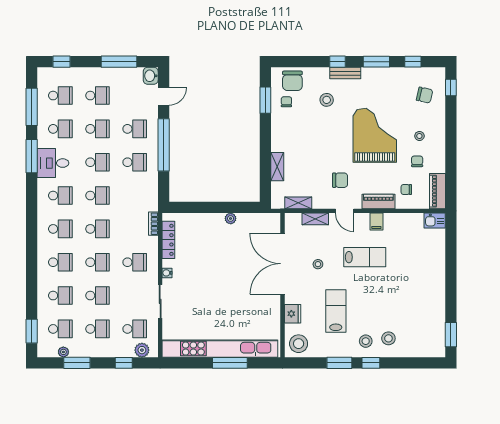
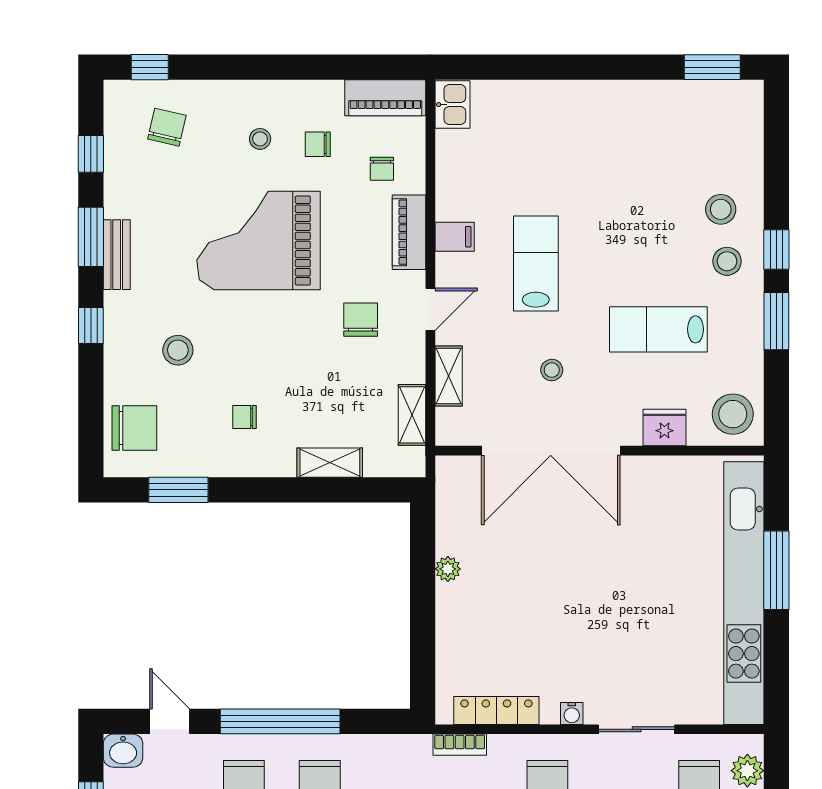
bench: (345, 73) -> (117, 255), moved
chair: (286, 102) -> (245, 417), moved

